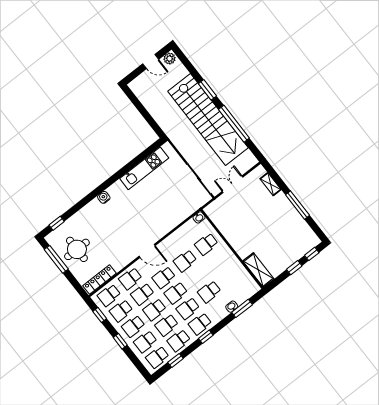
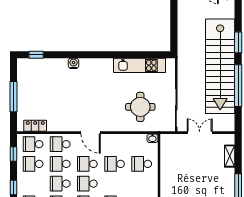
water cooler: (104, 197) -> (73, 63), moved
round table: (77, 249) -> (140, 107), moved
window: (56, 259) -> (13, 97), moved
locker: (100, 280) -> (35, 126), width x0.66
school desk: (133, 326) -> (33, 184), removed

